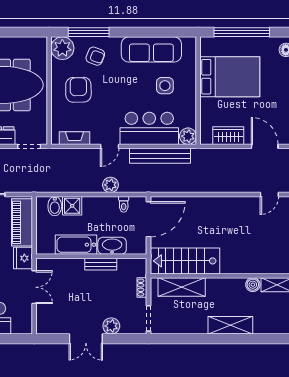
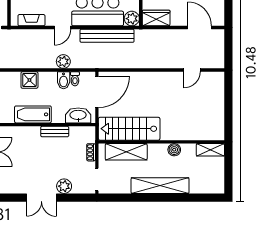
wardrobe: (228, 136) -> (156, 18), moved
door: (269, 195) -> (192, 70), moved
bidet: (55, 206) -> (64, 80), moved
washbasin: (112, 246) -> (78, 115), moved
boiler: (253, 285) -> (174, 150), moved
shelving: (230, 325) -> (160, 186), width x1.47

